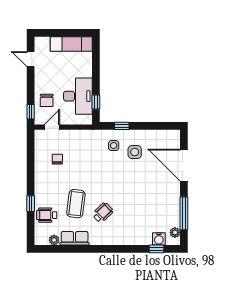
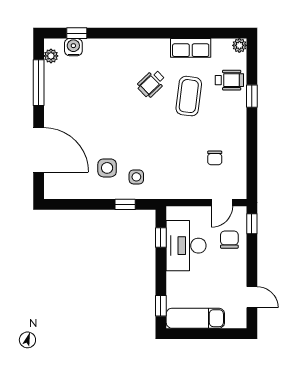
window: (96, 53) -> (161, 306), added
plant: (54, 240) -> (239, 45), moved

